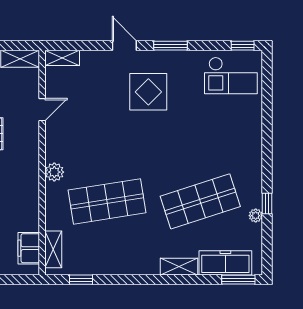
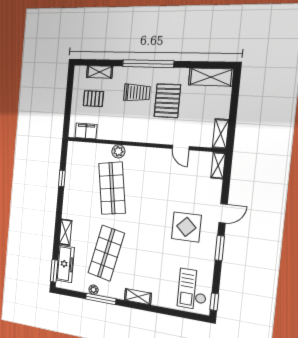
plant: (54, 172) -> (118, 151), moved
shop shelf: (200, 201) -> (106, 253), turned 30
window: (267, 203) -> (101, 299), width x2.17
shelving: (53, 249) -> (138, 297), moved
window: (81, 280) -> (62, 178), moved

